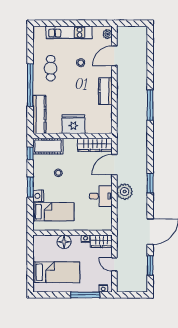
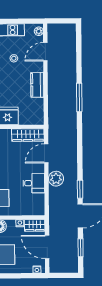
window: (150, 183) -> (80, 189), moved
door: (114, 264) -> (47, 247), width x1.87
window: (85, 295) -> (20, 276), removed

